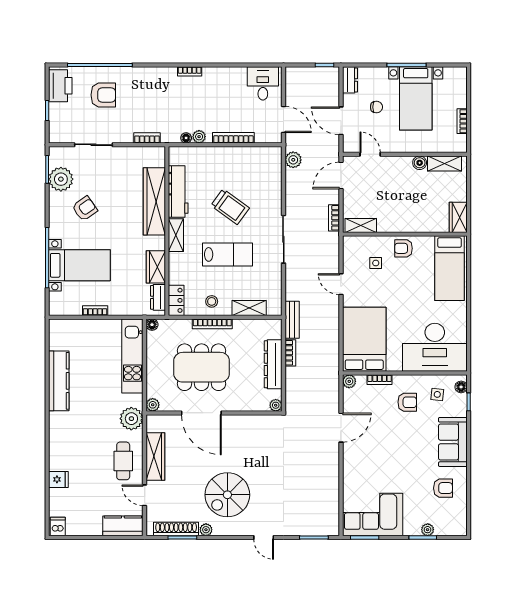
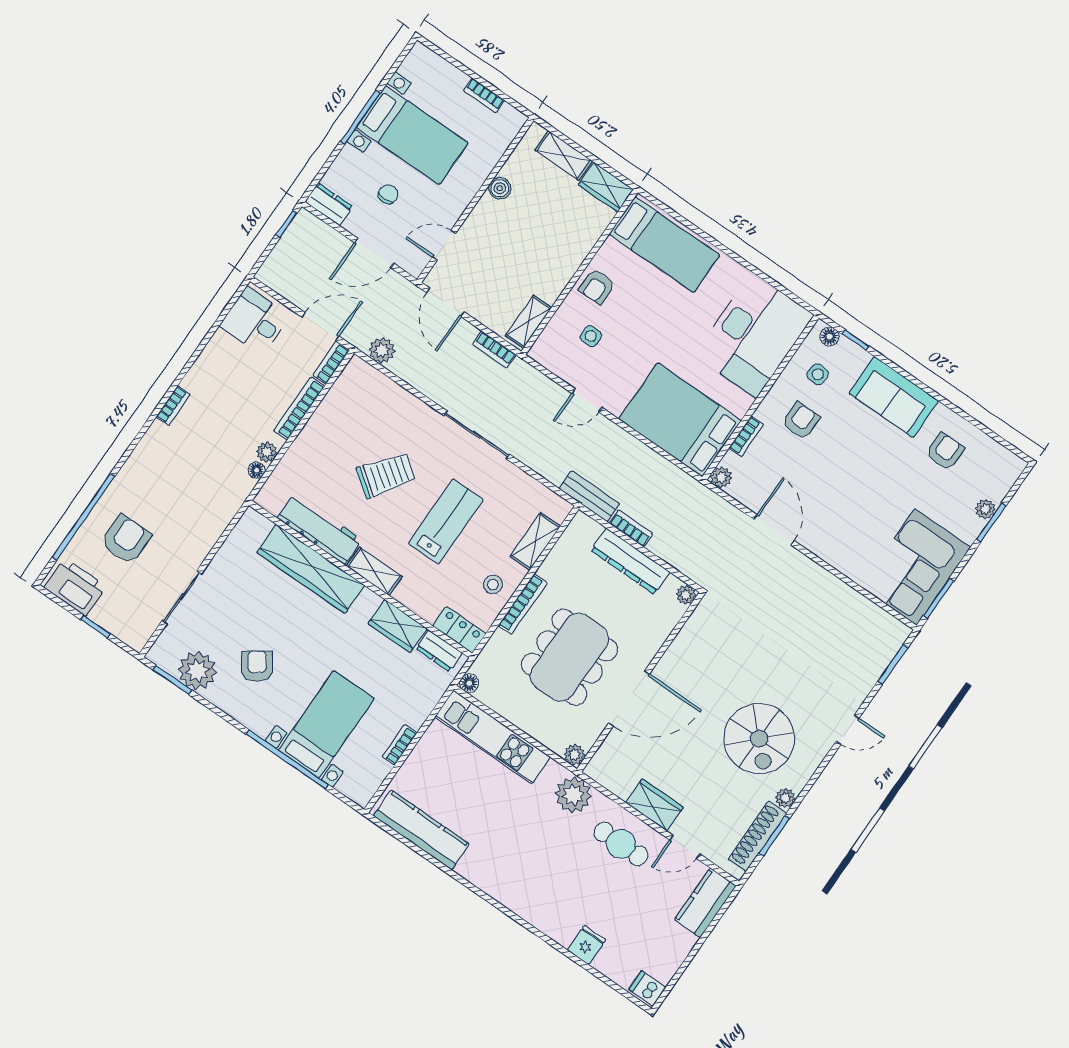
bookcase: (147, 138) -> (331, 363), moved
shelving: (445, 164) -> (563, 155), moved, turned 90
kitchen counter: (59, 381) -> (421, 830), moved
wardrobe: (155, 456) -> (654, 805), width x0.67

